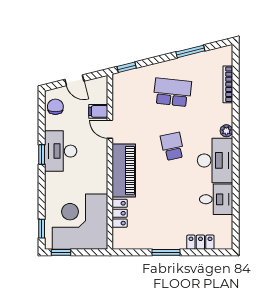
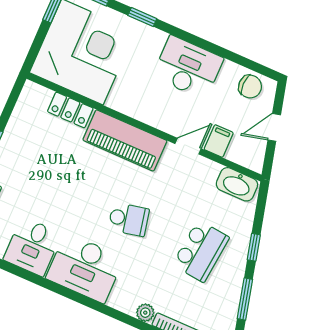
window: (127, 67) -> (254, 247), moved
washbasin: (120, 88) -> (237, 184), added
plant: (226, 131) -> (145, 313), moved
window: (42, 154) -> (142, 17), moved

